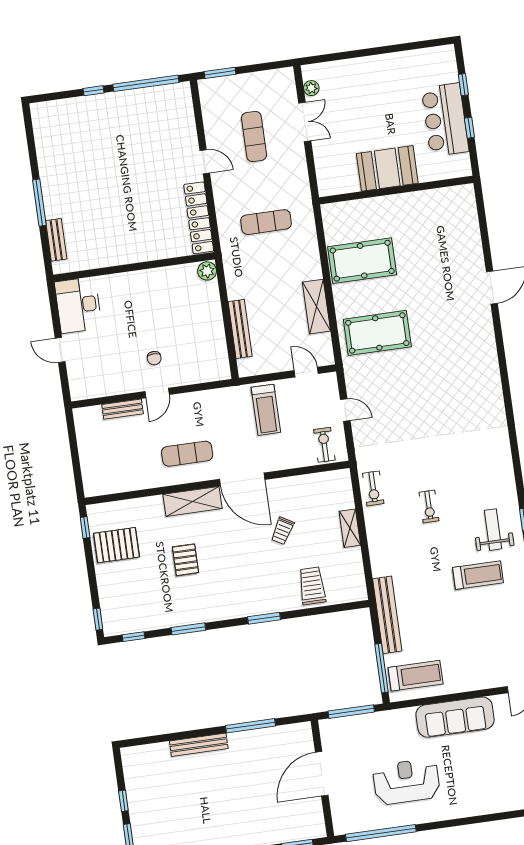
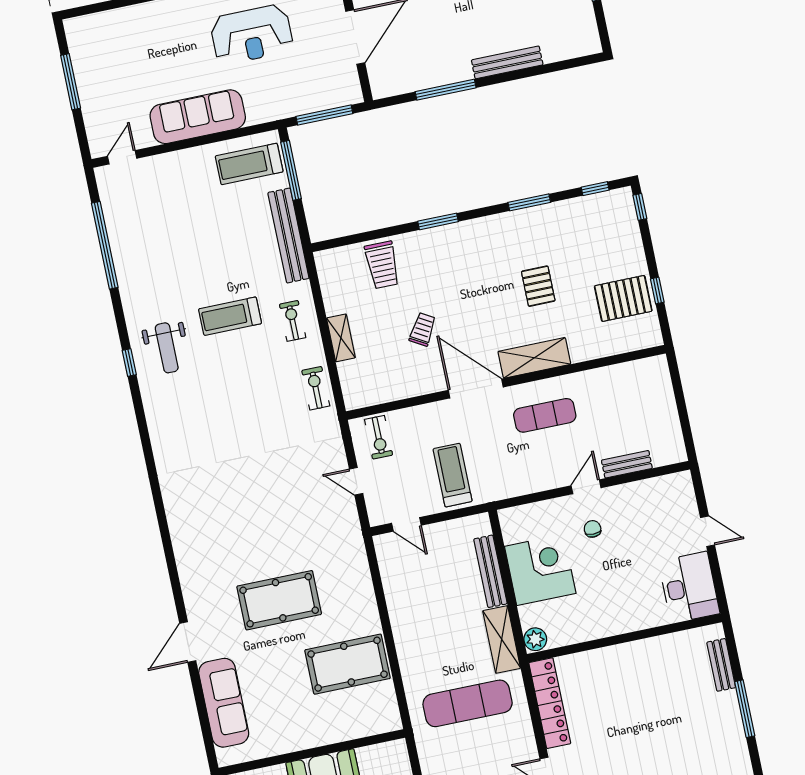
exercise mat: (266, 222) -> (468, 703), width x1.36, depth x1.45
sofa: (466, 236) -> (224, 703), added
shelving: (316, 307) -> (502, 639), moved
corner desk: (199, 327) -> (540, 570), added
pool table: (377, 333) -> (279, 600), moved
exercise bike: (429, 507) -> (293, 321), moved
window: (85, 528) -> (657, 290), moved
treadmill: (478, 575) -> (230, 316), moved

